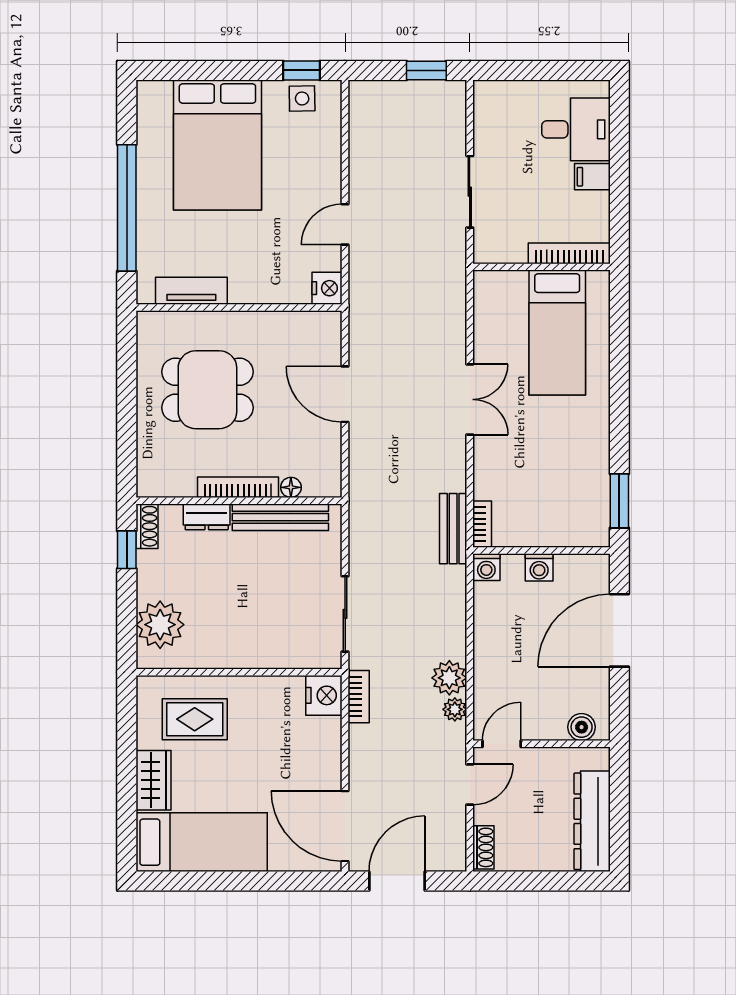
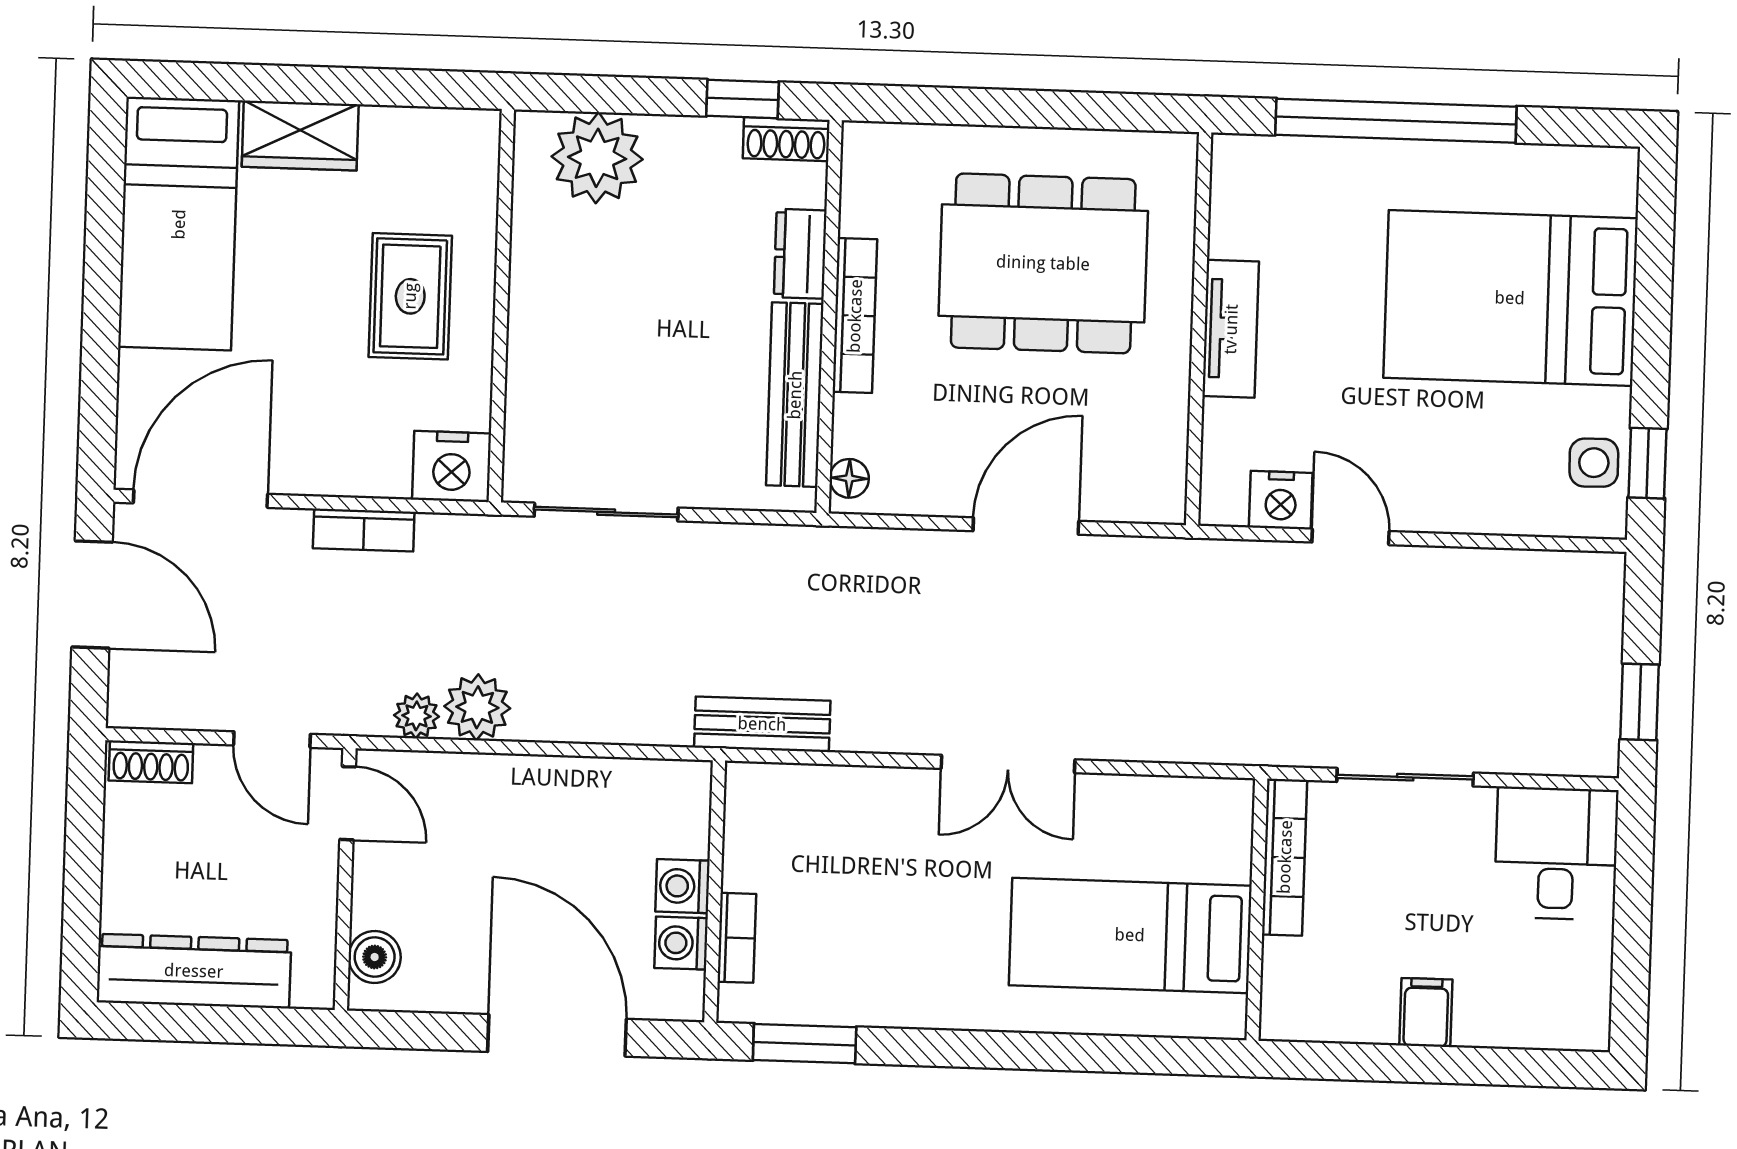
desk: (576, 129) -> (1556, 853), moved, turned 180
bookcase: (569, 253) -> (1285, 857), moved
nightstand: (327, 288) -> (1281, 500), moved
tv unit: (191, 291) -> (1231, 329), moved
dining table: (207, 390) -> (1043, 263), width x1.38
floor lamp: (291, 487) -> (849, 478), moved
bookcase: (482, 524) -> (737, 938), moved, turned -90
washing machine: (486, 567) -> (681, 943), moved
bookcase: (359, 697) -> (364, 530), moved
rug: (195, 719) -> (410, 296), moved

